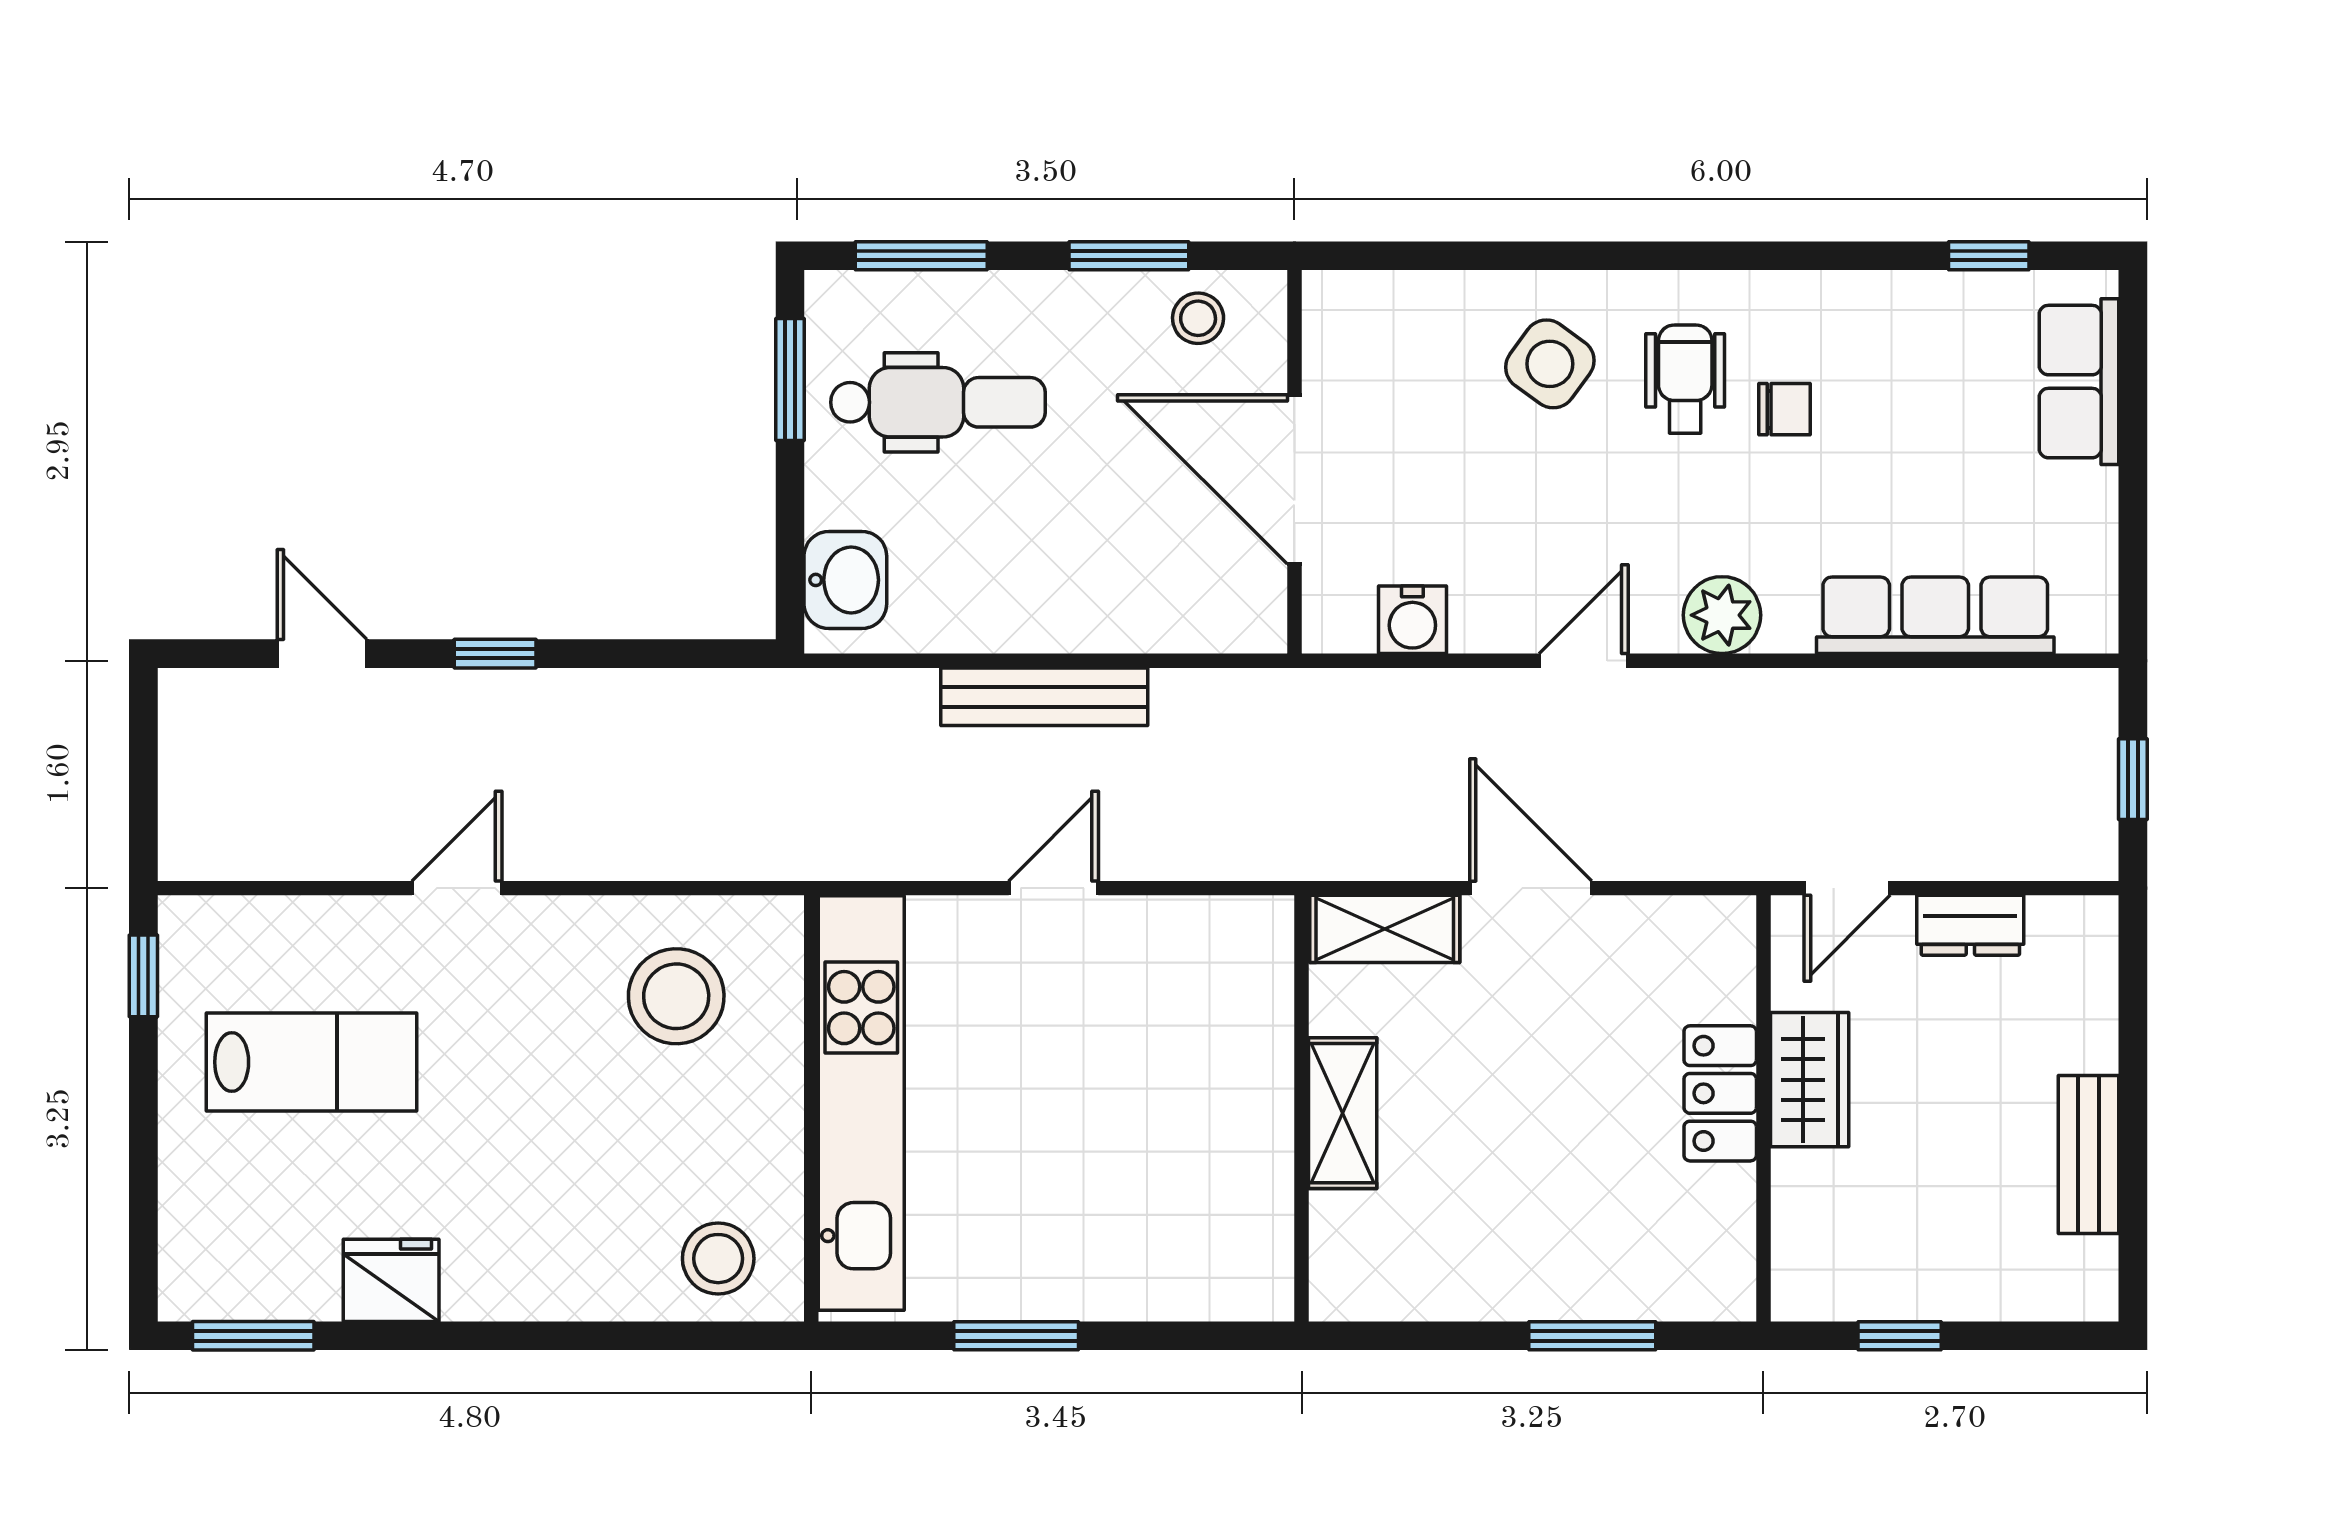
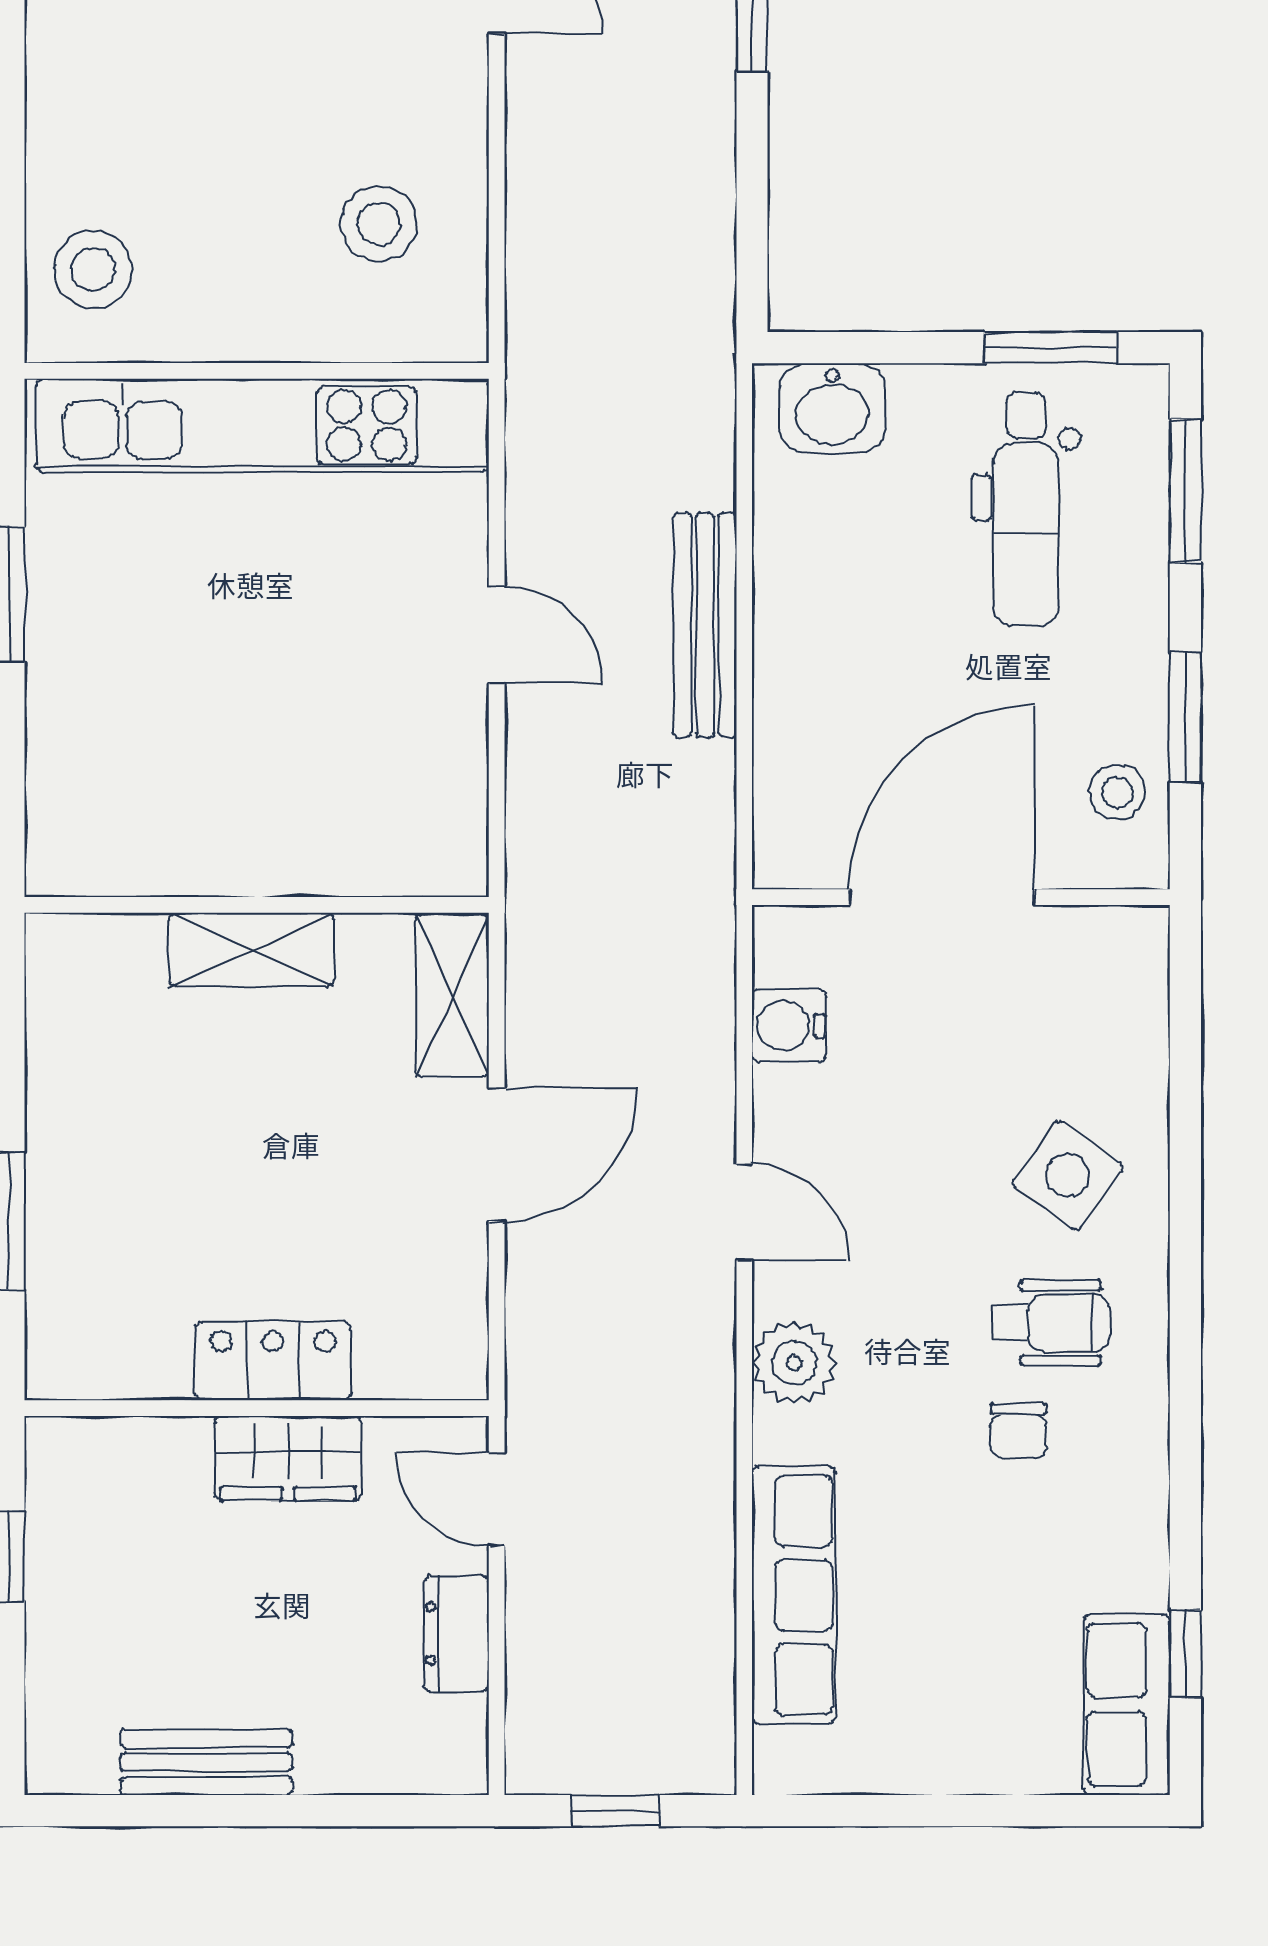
row of seats: (2079, 382) -> (1127, 1705), moved, turned -90
stool: (676, 996) -> (379, 224), width x0.73, depth x0.73

